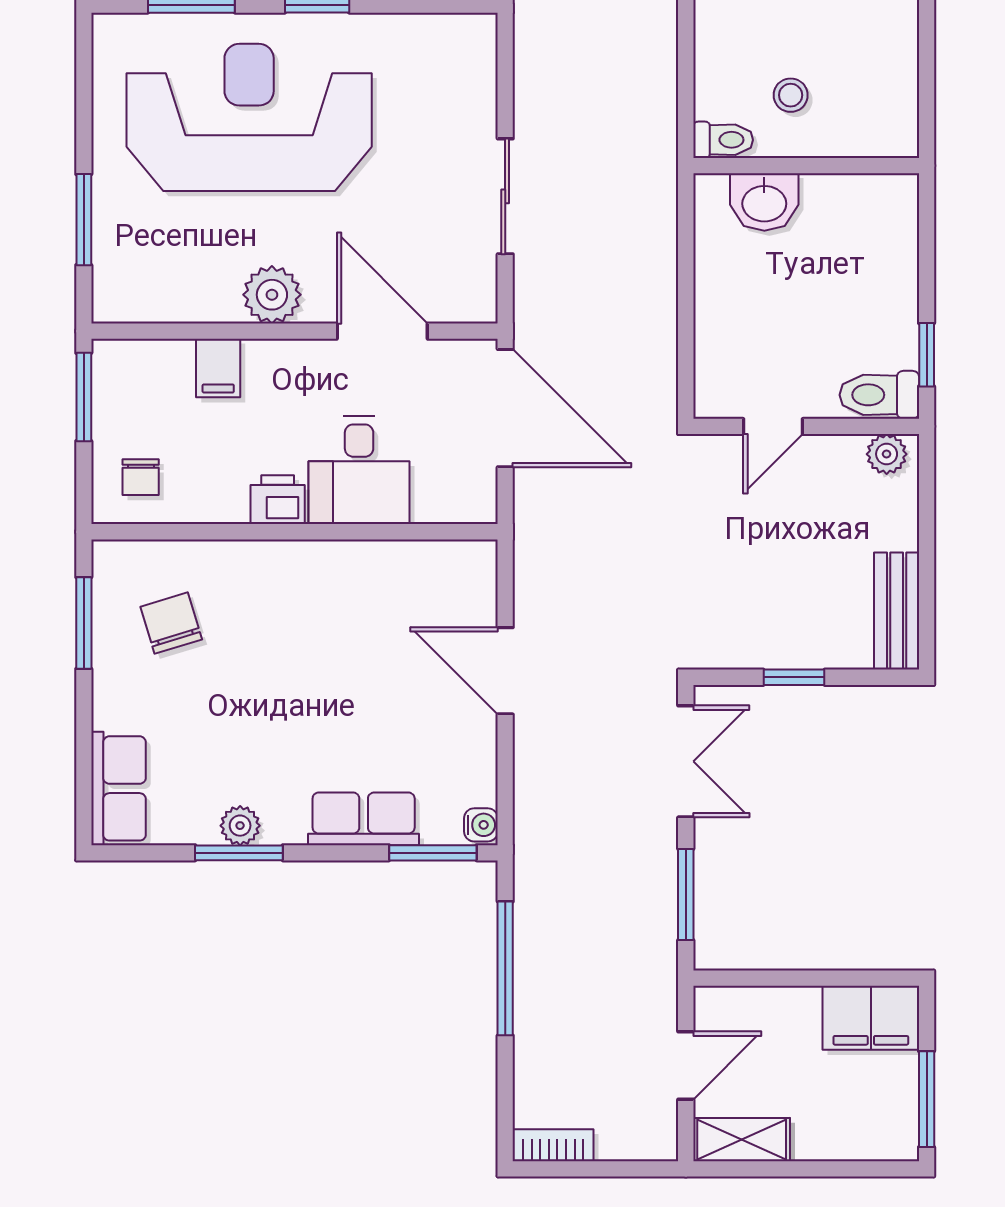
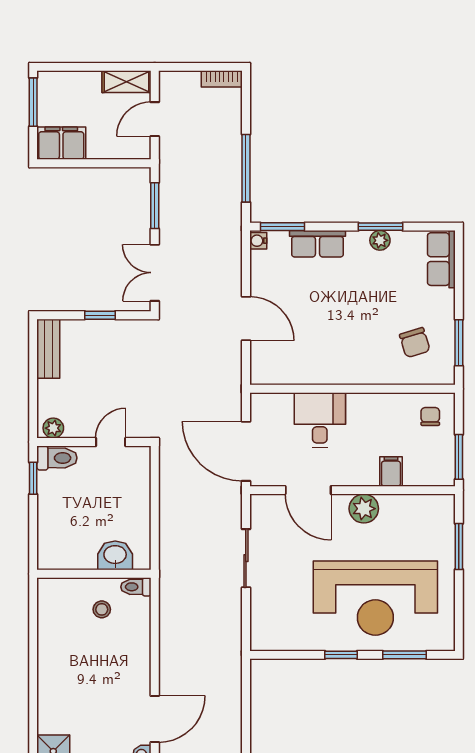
printer: (278, 500) -> (361, 405), removed

